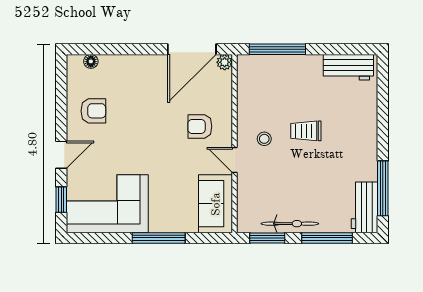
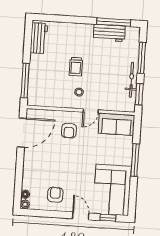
door: (192, 49) -> (22, 132), hinge flipped
plant: (225, 62) -> (25, 204), moved
workbench: (364, 207) -> (109, 33), moved

